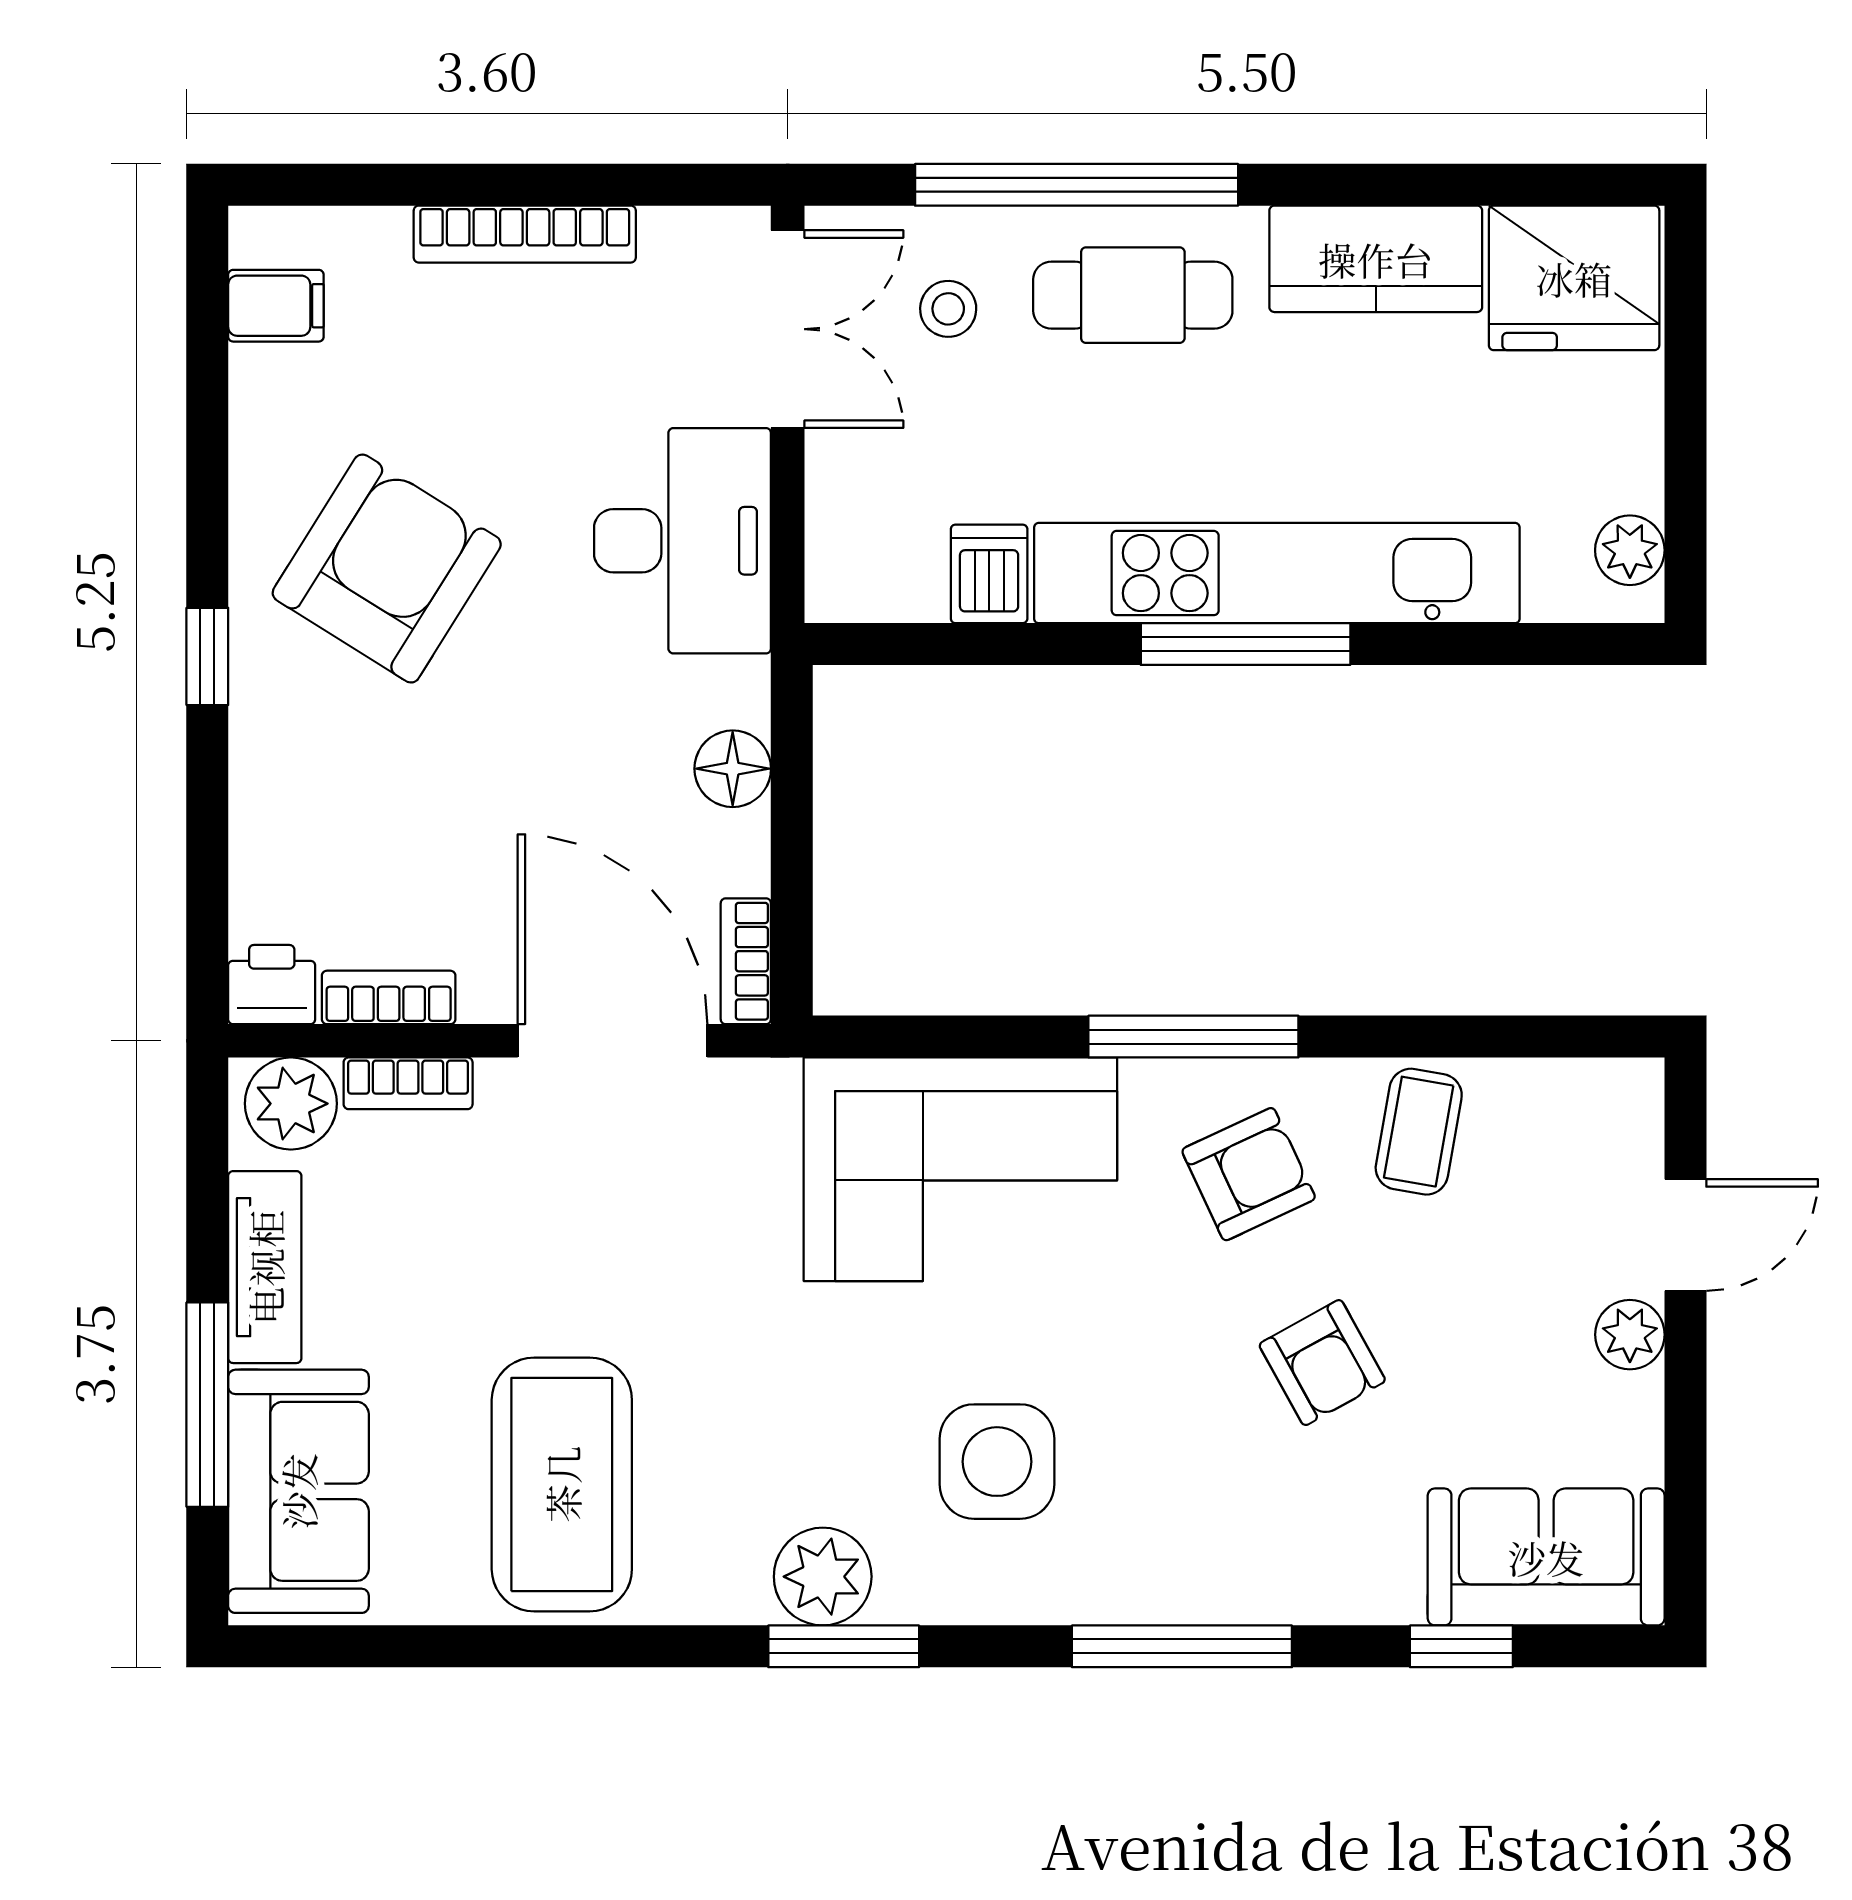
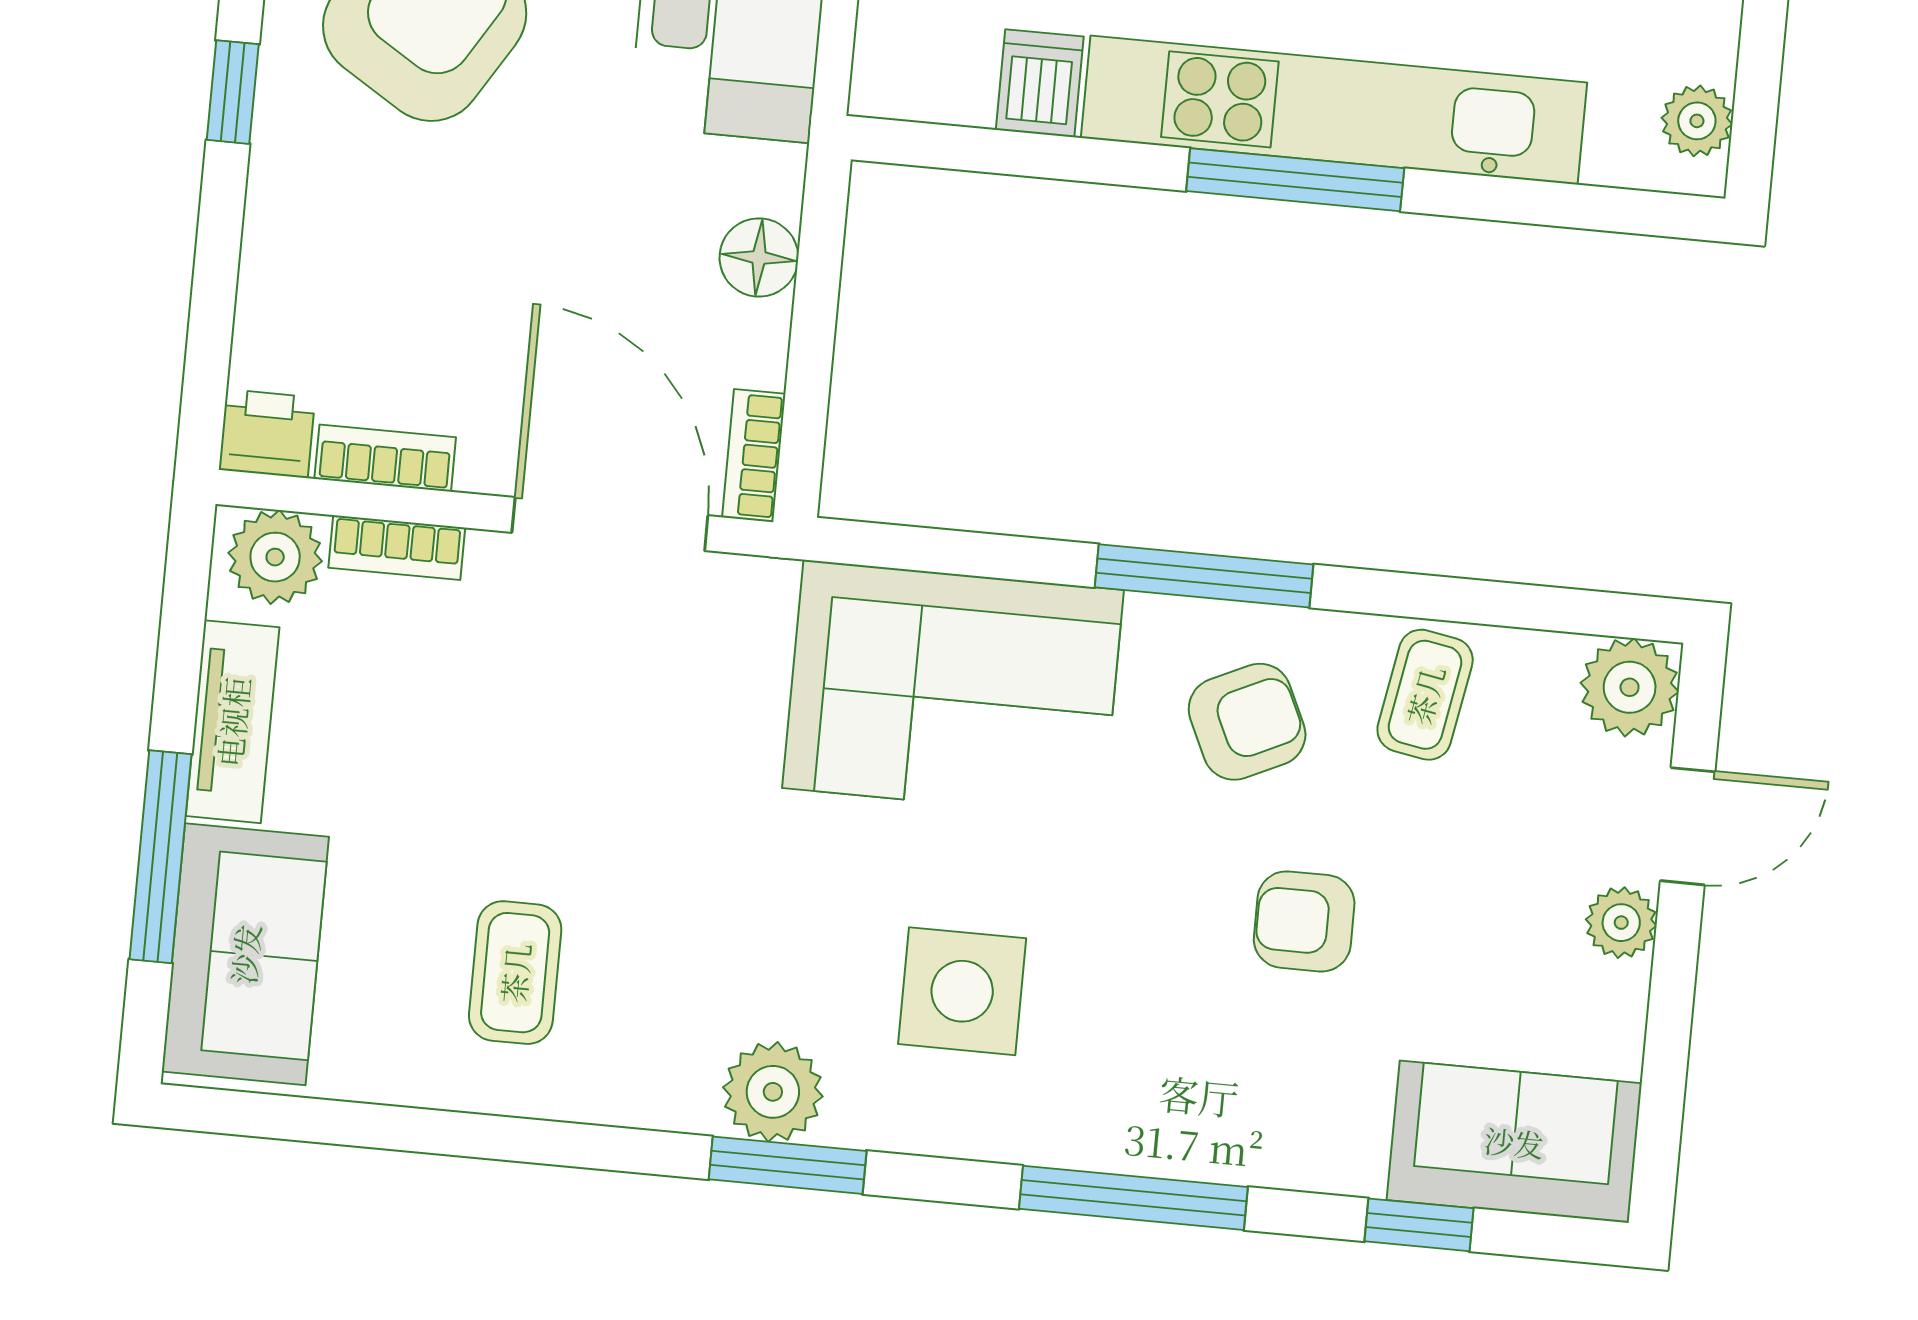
plant: (1616, 1106) -> (1630, 687), added
armchair: (1322, 1363) -> (1304, 921), turned 119
coffee table: (562, 1484) -> (515, 973), width x0.54, depth x0.58

